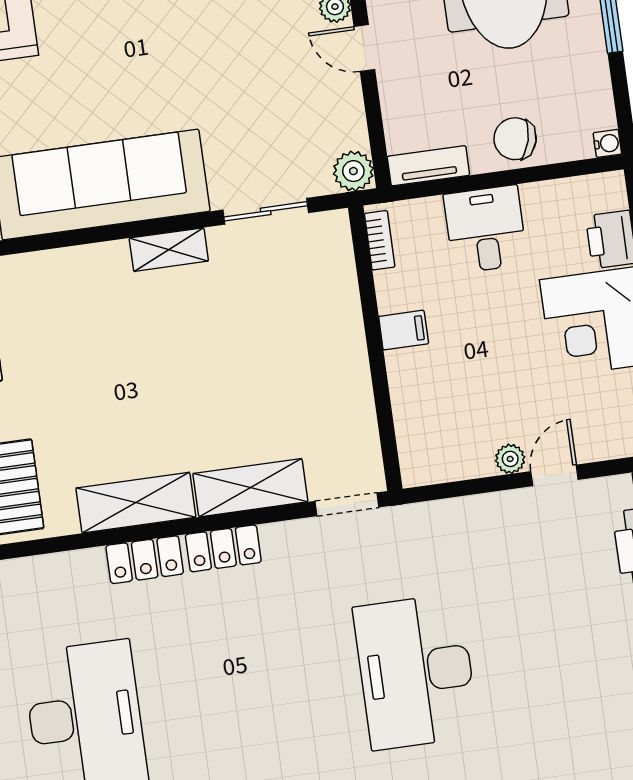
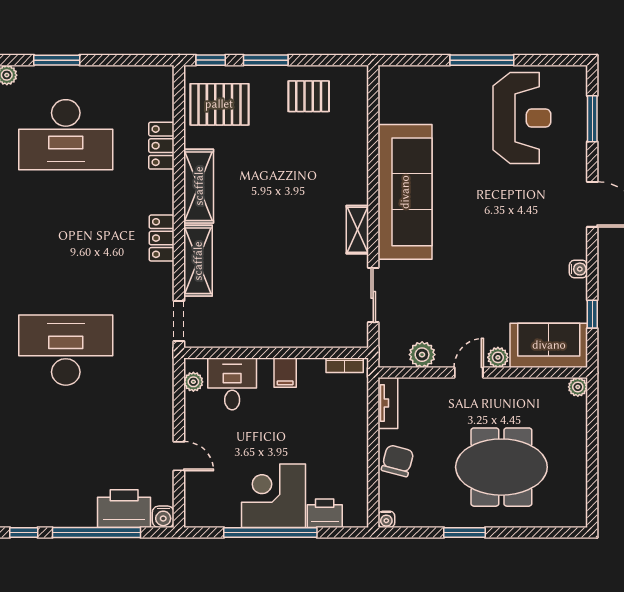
plant: (353, 171) -> (422, 355), moved
desk: (485, 229) -> (232, 384), moved, turned -90
plant: (510, 459) -> (193, 382), moved
locker: (145, 560) -> (161, 146), moved

